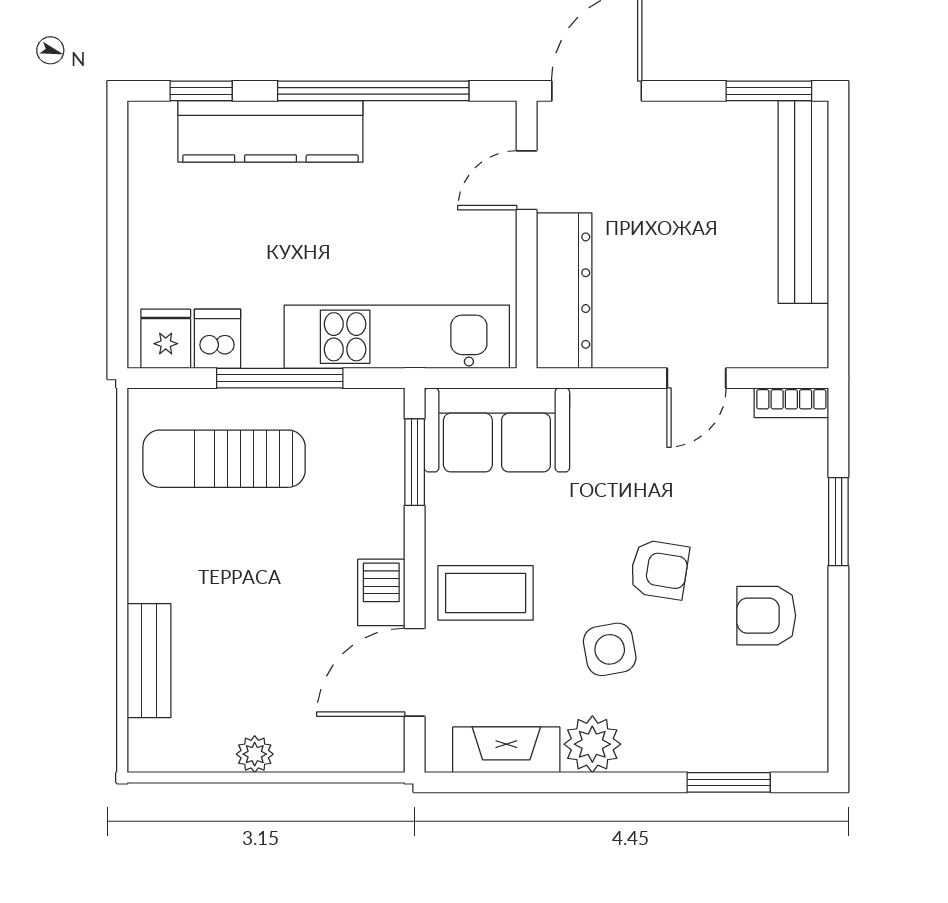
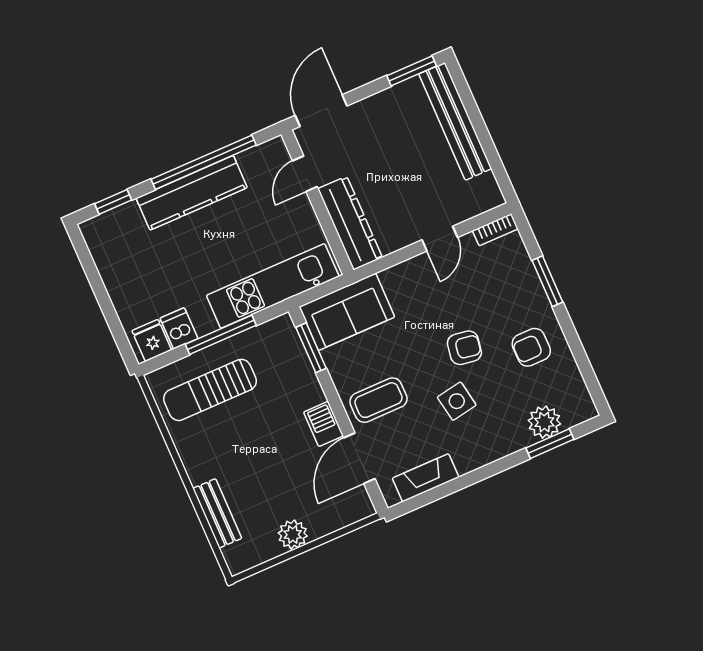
kitchen counter: (270, 131) -> (192, 193), moved
plant: (592, 744) -> (544, 422), moved
plant: (255, 754) -> (293, 534), width x1.38, depth x1.38

